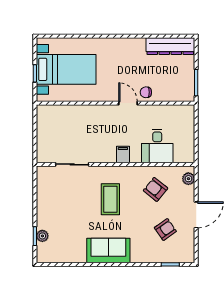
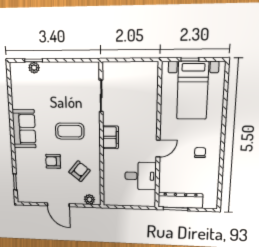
dresser: (170, 46) -> (180, 200), moved, turned 90
chair: (146, 92) -> (200, 153), moved
desk: (157, 146) -> (141, 176), moved, turned 180
filing cabinet: (123, 154) -> (111, 137), width x2.00
armchair: (165, 230) -> (53, 161), moved, turned 125

